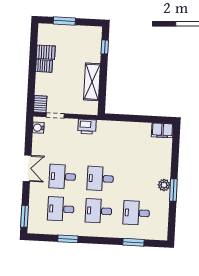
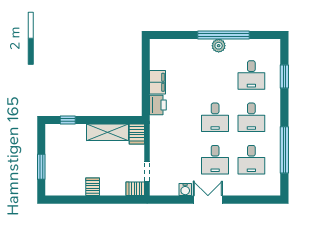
server rack: (46, 52) -> (137, 134), moved, turned 180
printer: (87, 127) -> (158, 105), moved
water cooler: (38, 128) -> (185, 190), moved
filing cabinet: (162, 130) -> (158, 82), moved
window: (173, 190) -> (224, 35), width x2.11
window: (25, 216) -> (262, 200), removed
window: (68, 239) -> (284, 150), width x2.11

